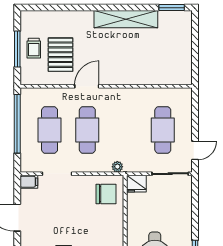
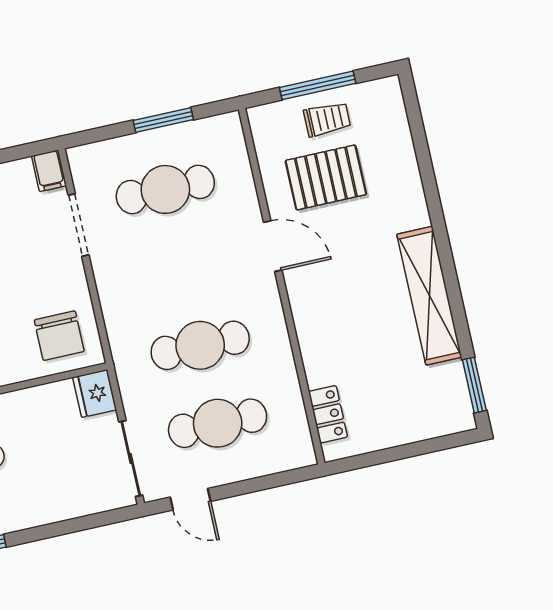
trolley: (34, 48) -> (327, 119), turned 180
locker: (170, 78) -> (328, 414), added
window: (17, 124) -> (163, 120), width x0.47
cafe table: (87, 130) -> (200, 345), moved
plant: (117, 167) -> (121, 346), removed

